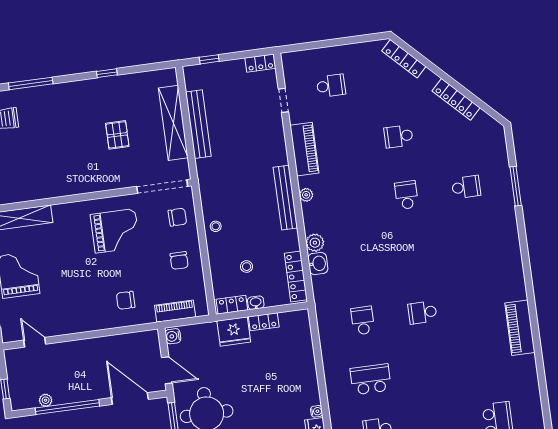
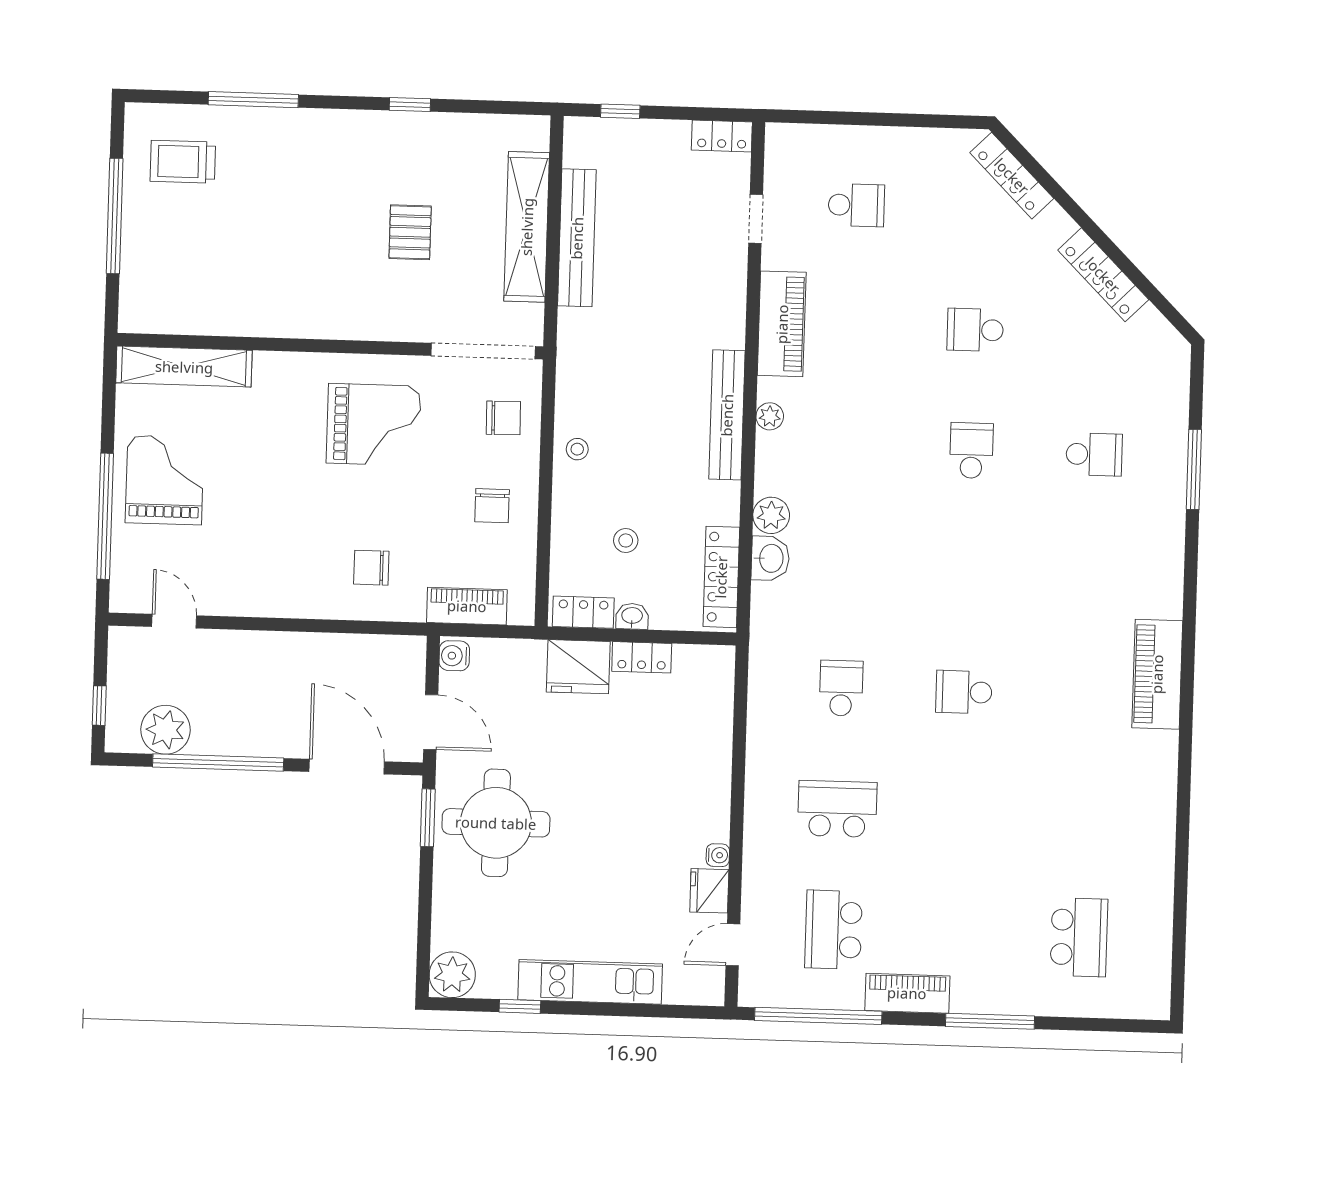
piano: (520, 328) -> (1157, 674), moved
plant: (46, 400) -> (166, 730), width x1.88, depth x1.88

